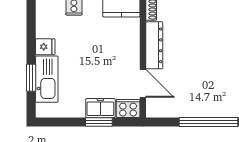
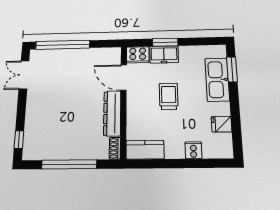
fridge: (45, 47) -> (222, 124), moved
trolley: (97, 62) -> (169, 96), added
window: (31, 78) -> (232, 69), moved

